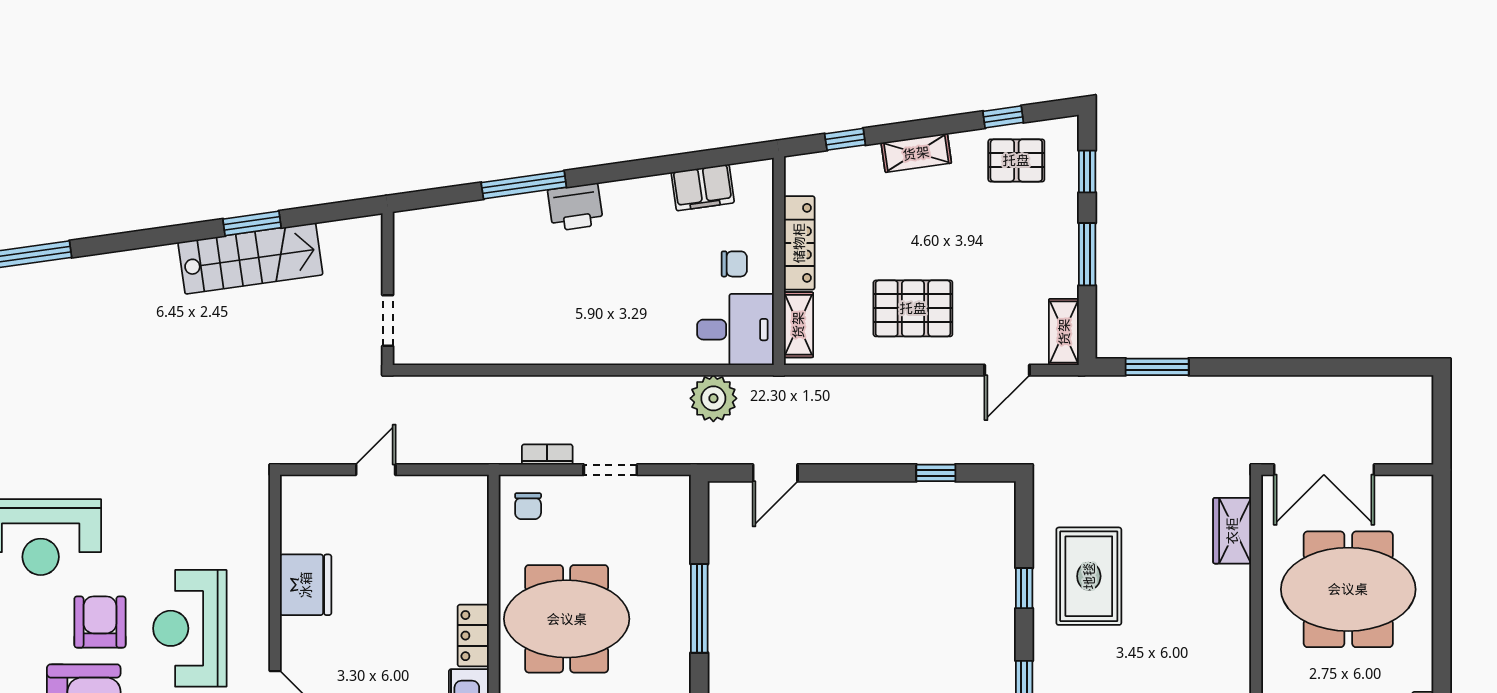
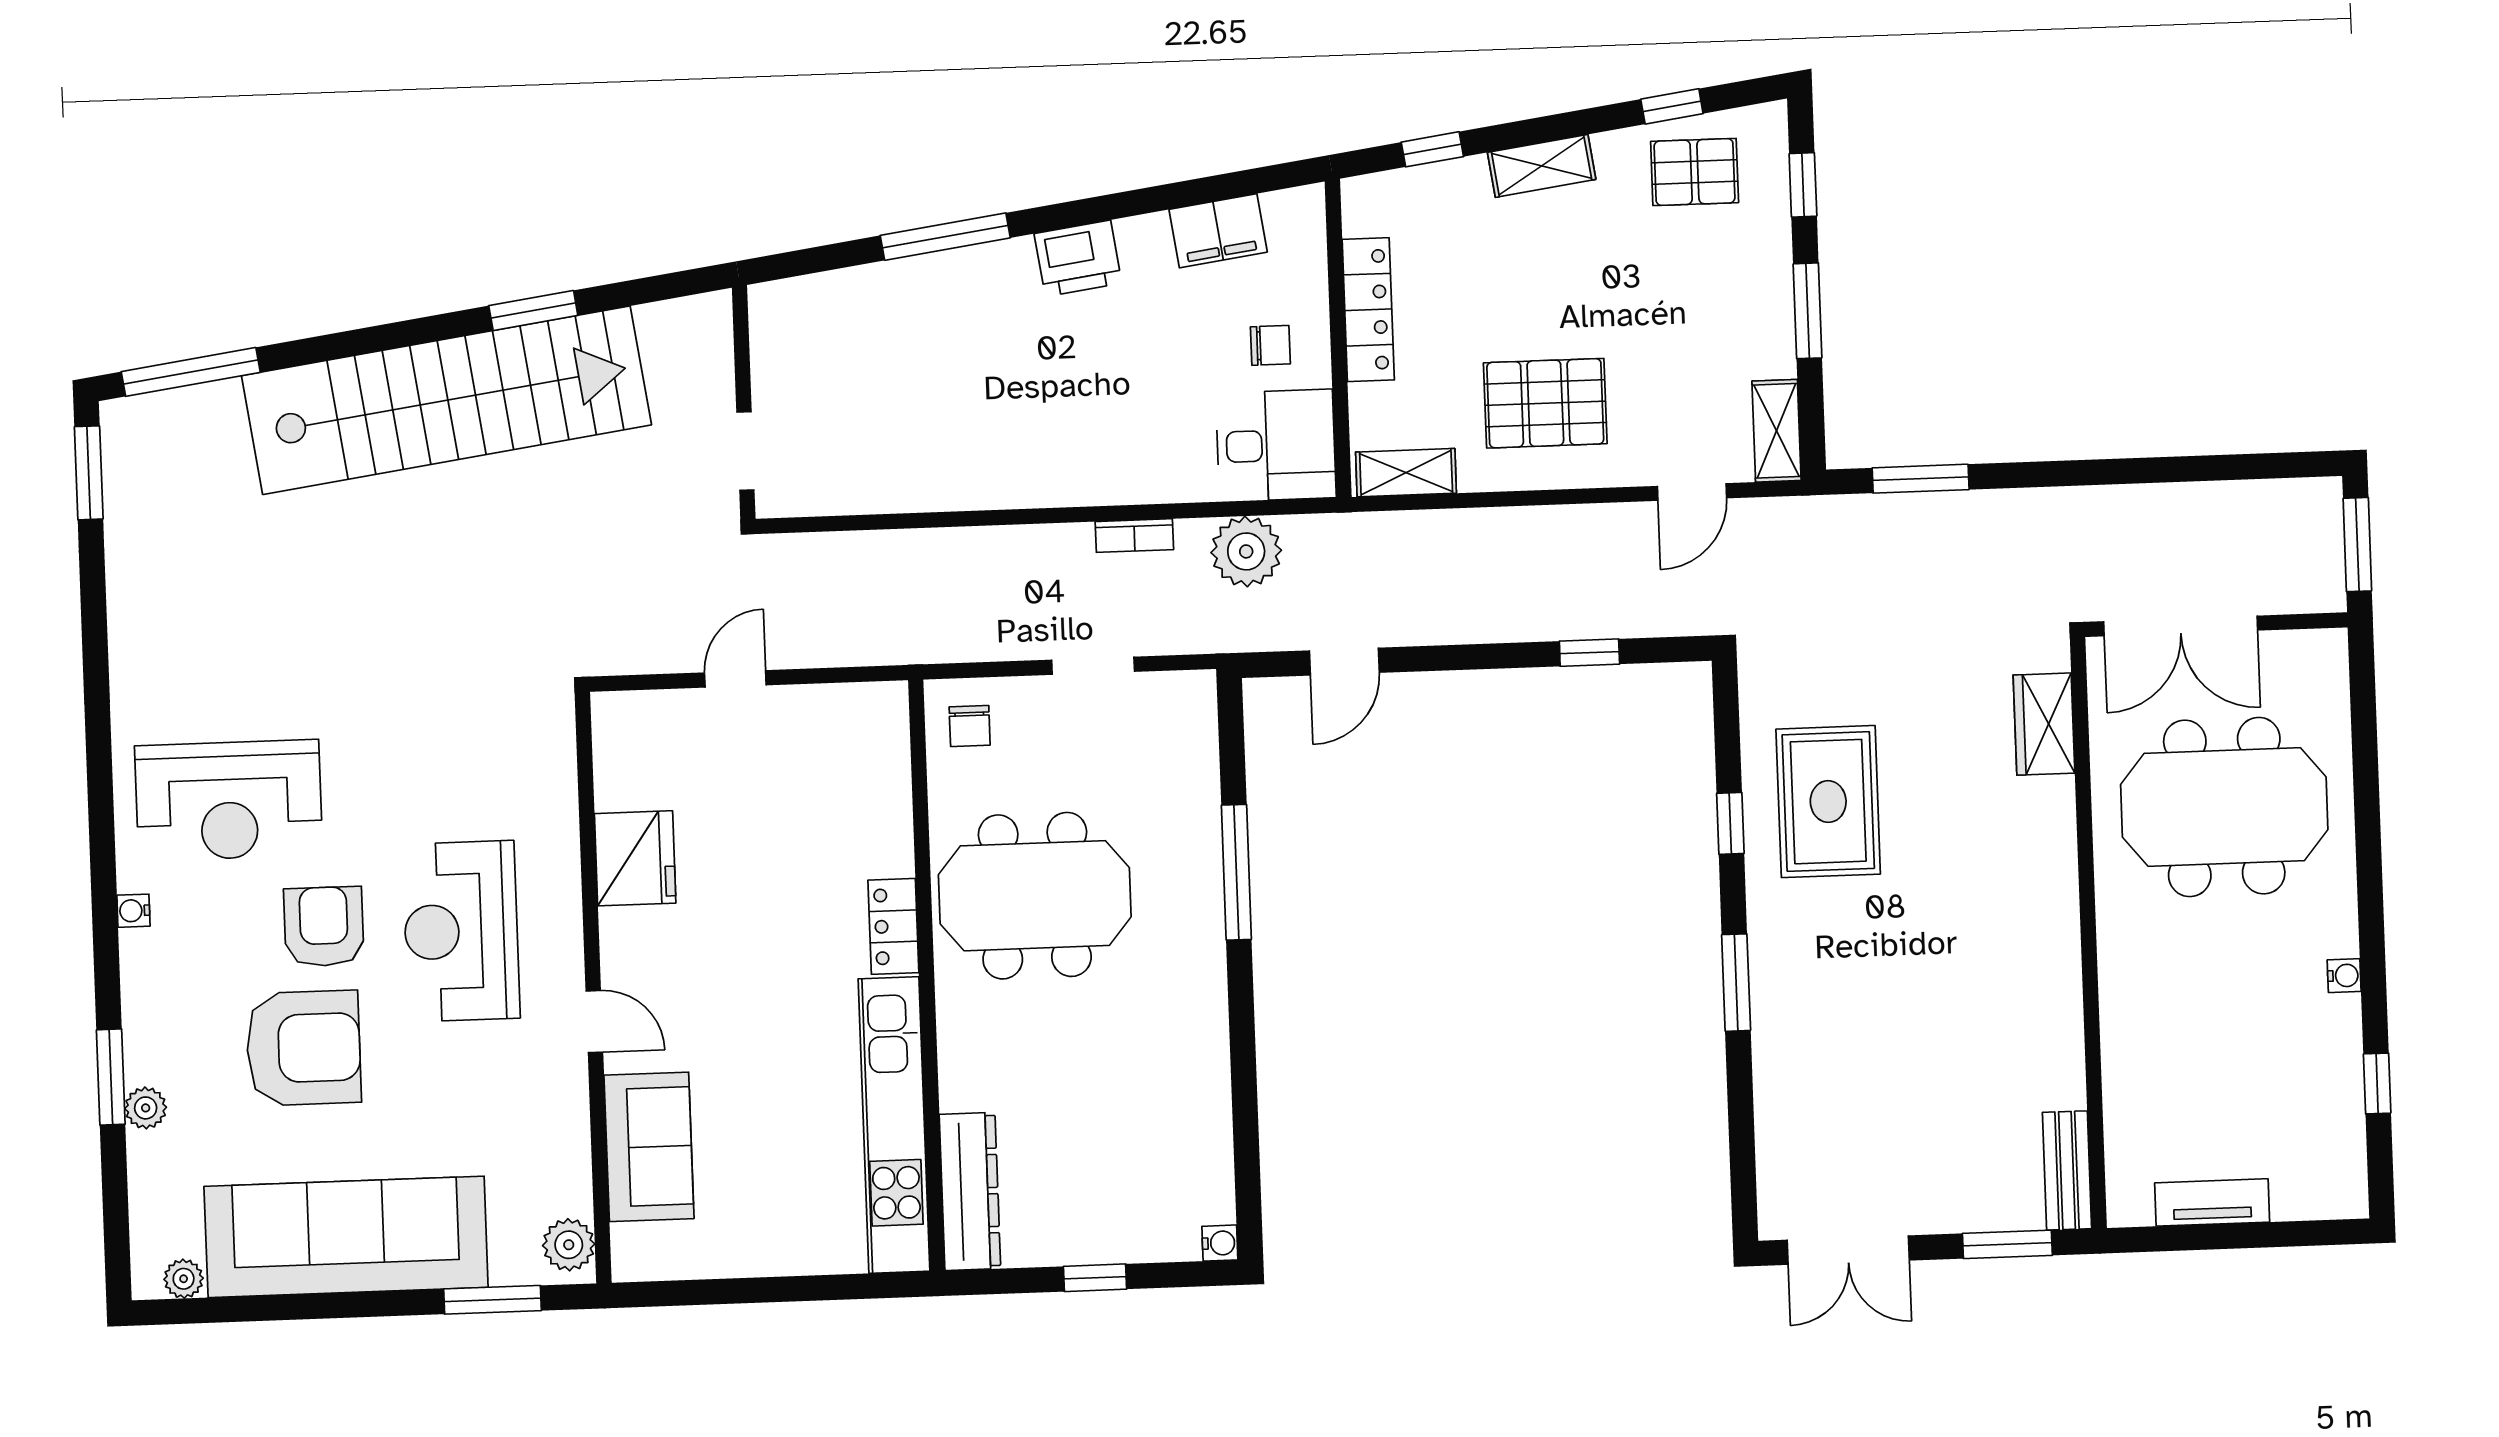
printer: (575, 207) -> (1078, 258), moved
stairs: (250, 258) -> (446, 400), width x1.86, depth x1.51
shelving: (798, 325) -> (1406, 473), moved, turned 90
window: (1442, 421) -> (2357, 545), added
bookcase: (547, 454) -> (1134, 536), moved, turned 180

